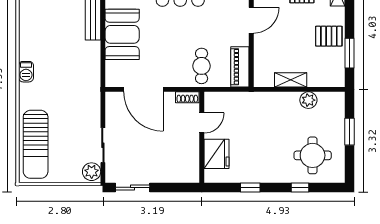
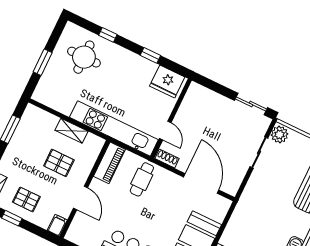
door: (251, 20) -> (81, 198), swing flipped
pallet: (329, 36) -> (59, 163), moved
plant: (308, 100) -> (65, 106), removed
kitchen unit: (251, 101) -> (114, 128), added
door: (202, 123) -> (165, 131), swing flipped
fridge: (217, 154) -> (167, 82), moved, turned -90

